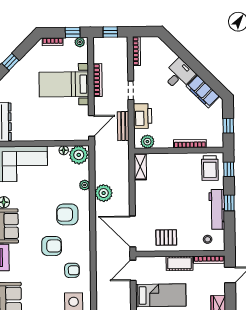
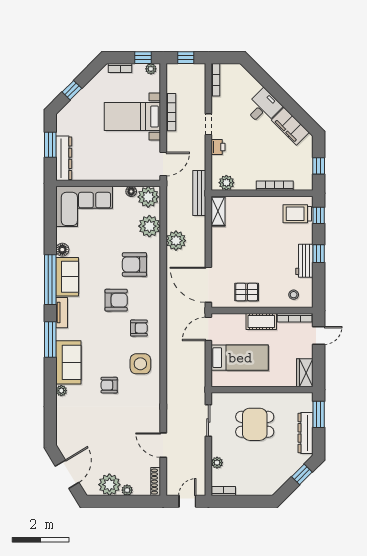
printer: (143, 116) -> (218, 147), width x0.53, depth x0.68
bench: (123, 126) -> (199, 193), moved, width x1.36
trolley: (210, 168) -> (297, 214), turned 90
plant: (85, 185) -> (149, 226), width x1.88, depth x1.88
workbench: (217, 209) -> (304, 261), width x0.73

